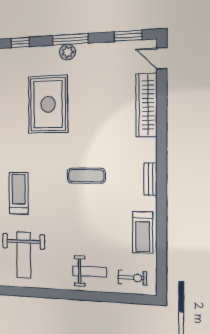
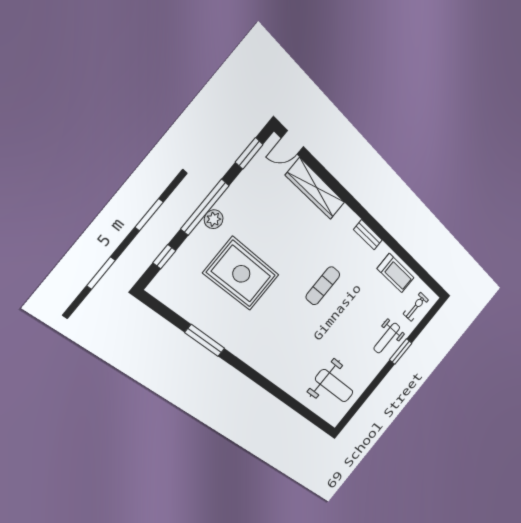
window: (70, 39) -> (205, 207), width x1.46
treadmill: (19, 193) -> (287, 356), removed
weight bench: (90, 272) -> (387, 338), turned 180
window: (89, 296) -> (401, 352), added

